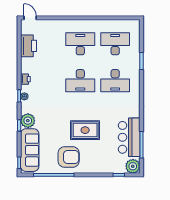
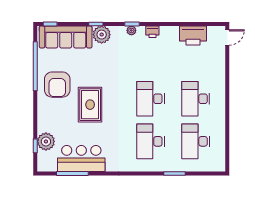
desk: (80, 44) -> (196, 99), turned 180
desk: (115, 44) -> (196, 141), turned 180
plant: (133, 166) -> (46, 141), moved

